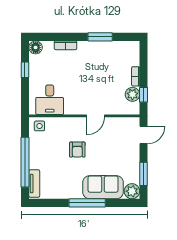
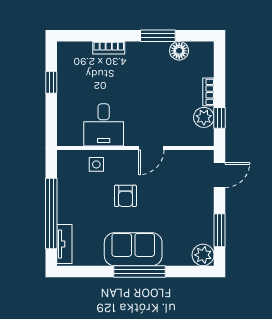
floor lamp: (36, 47) -> (179, 51), moved
desk: (50, 100) -> (104, 125), moved
side table: (39, 126) -> (96, 164), moved
sofa: (103, 187) -> (133, 249), moved

